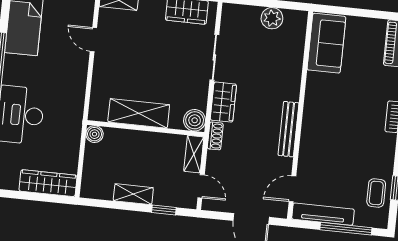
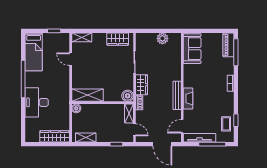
shelving: (139, 113) -> (87, 95), moved
fireplace: (309, 137) -> (188, 99), added
shelving: (133, 194) -> (86, 138), moved

